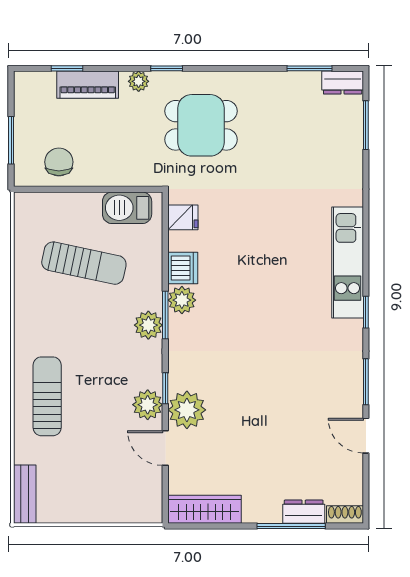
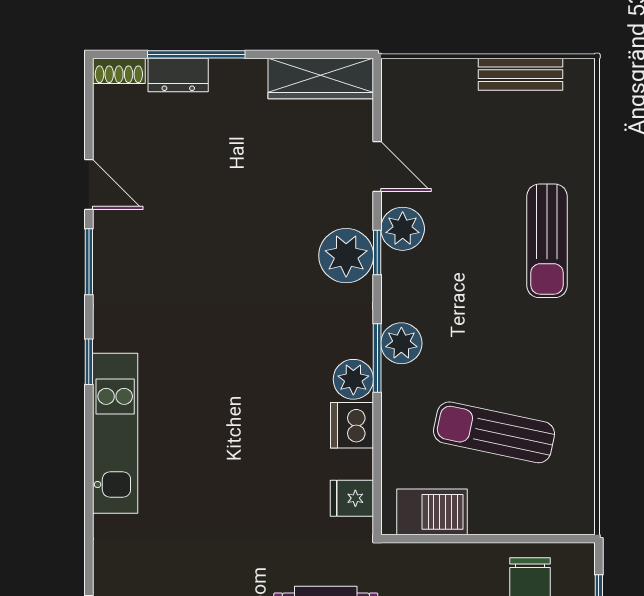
plant: (187, 410) -> (346, 256), moved
bench: (25, 494) -> (520, 74), moved, turned 90

